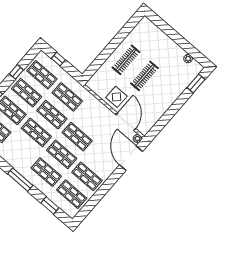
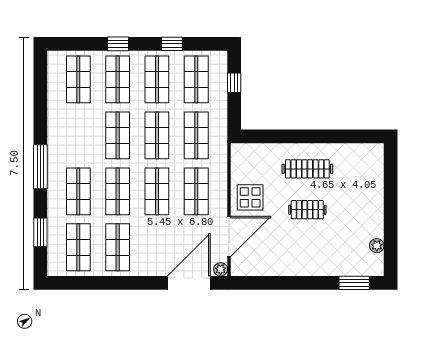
clothes rail: (144, 76) -> (307, 210), width x0.73
shop shelf: (93, 119) -> (196, 191), added

